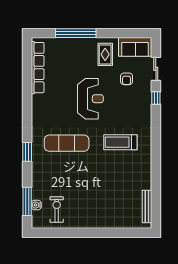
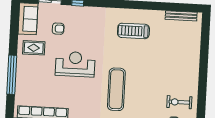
treadmill: (120, 142) -> (133, 31), moved, turned 90

